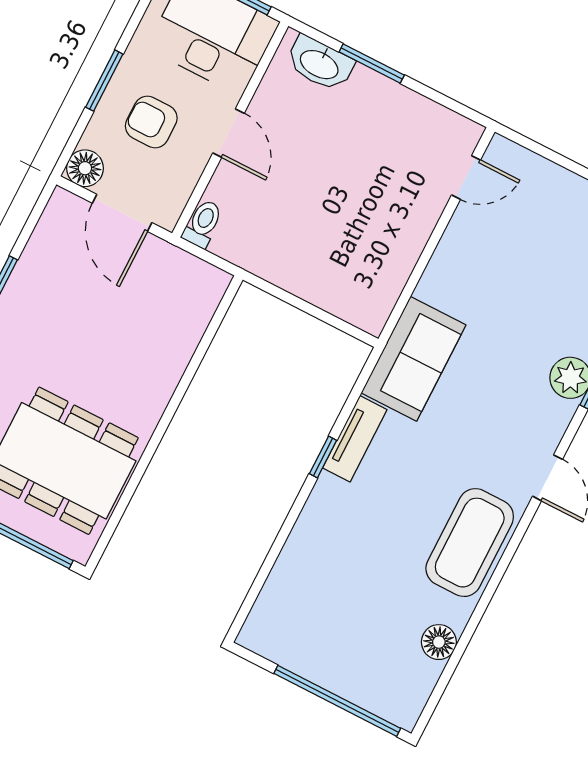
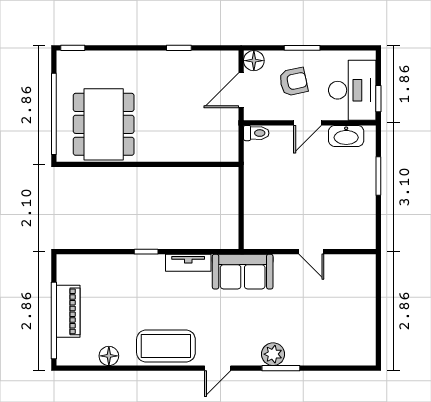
washbasin: (320, 64) -> (346, 136), moved, turned -90
armchair: (151, 122) -> (293, 82), turned 78
door: (466, 178) -> (311, 252), moved
window: (323, 457) -> (146, 252), moved
piano: (334, 671) -> (68, 311), added

